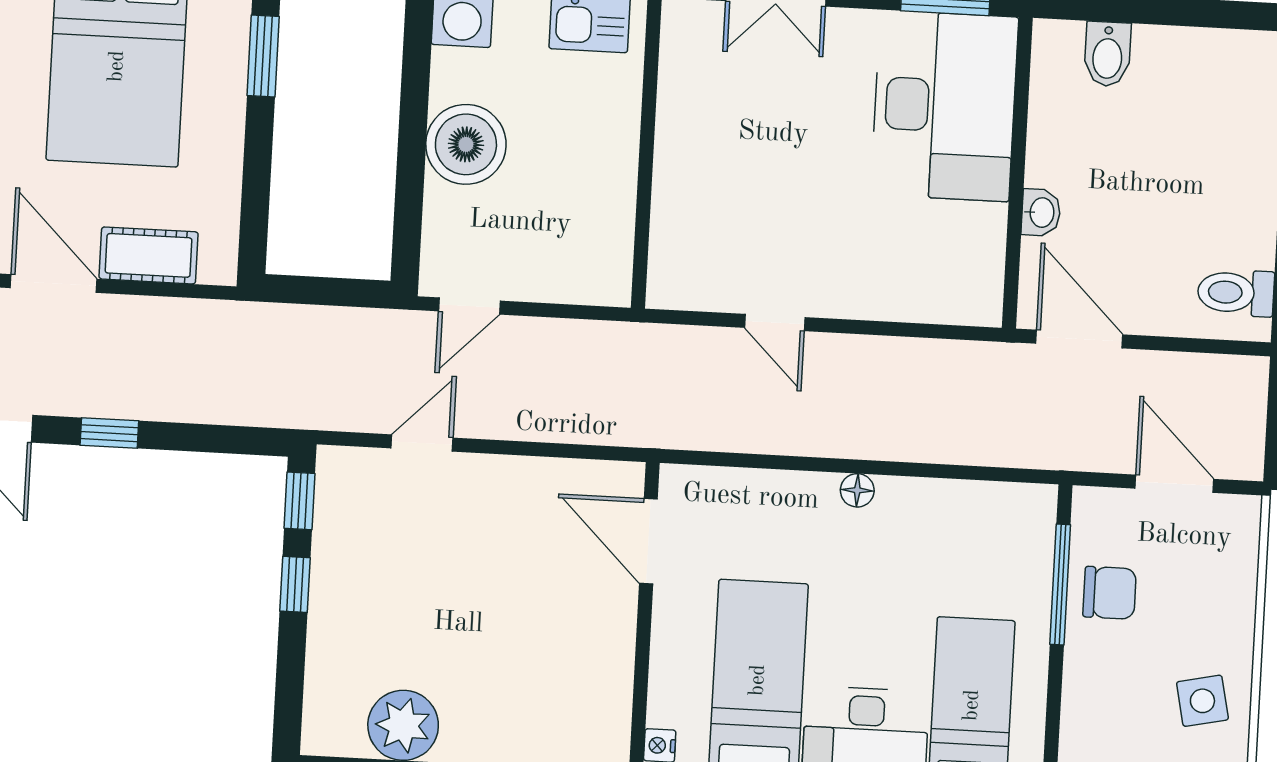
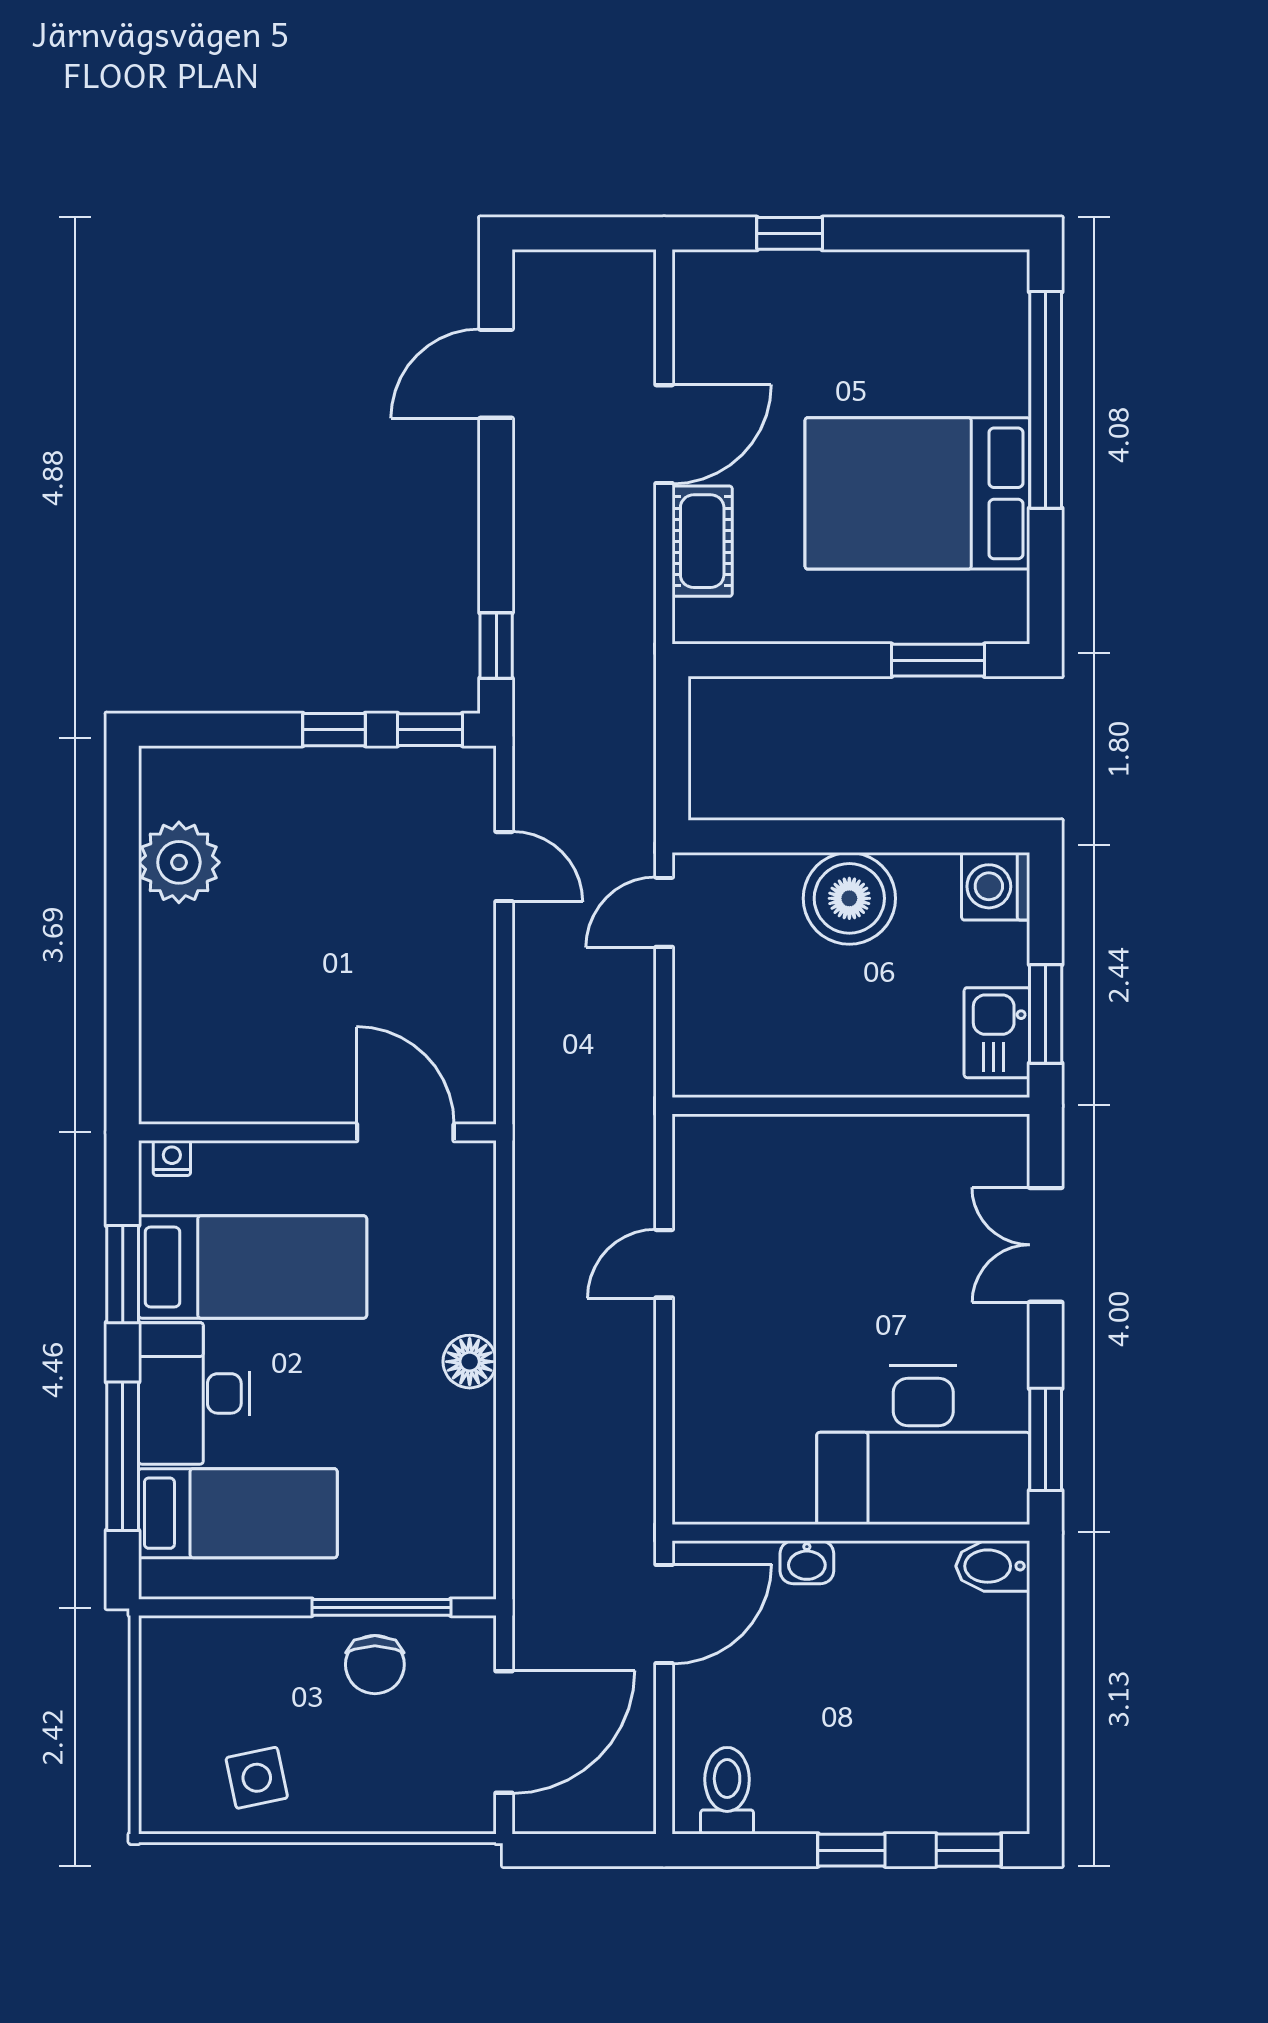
bidet: (1107, 54) -> (993, 1566), moved
door: (469, 306) -> (664, 912), hinge flipped
window: (109, 433) -> (496, 646), moved
door: (1174, 484) -> (504, 1732), width x1.36
floor lamp: (857, 490) -> (470, 1362), width x1.37, depth x1.37
door: (648, 541) -> (405, 1132), hinge flipped

